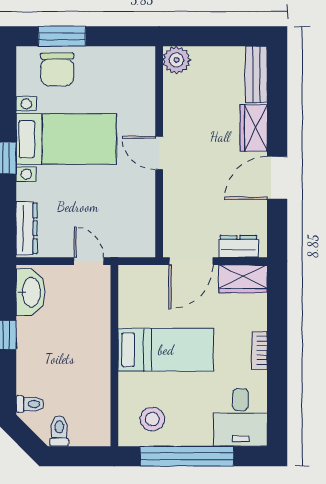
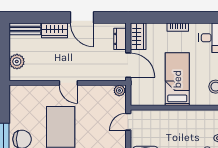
plant: (177, 60) -> (17, 62), moved
door: (159, 153) -> (68, 83), hinge flipped
plant: (145, 245) -> (119, 90), added

